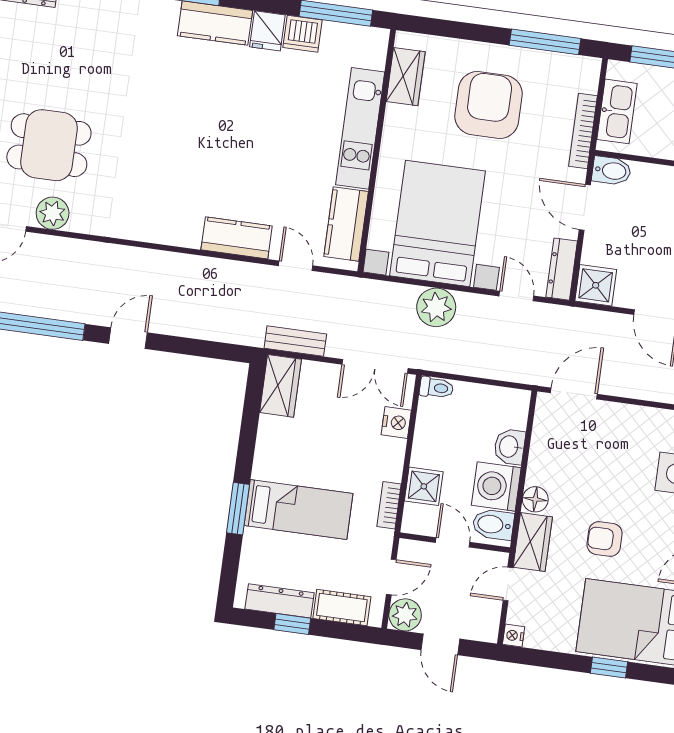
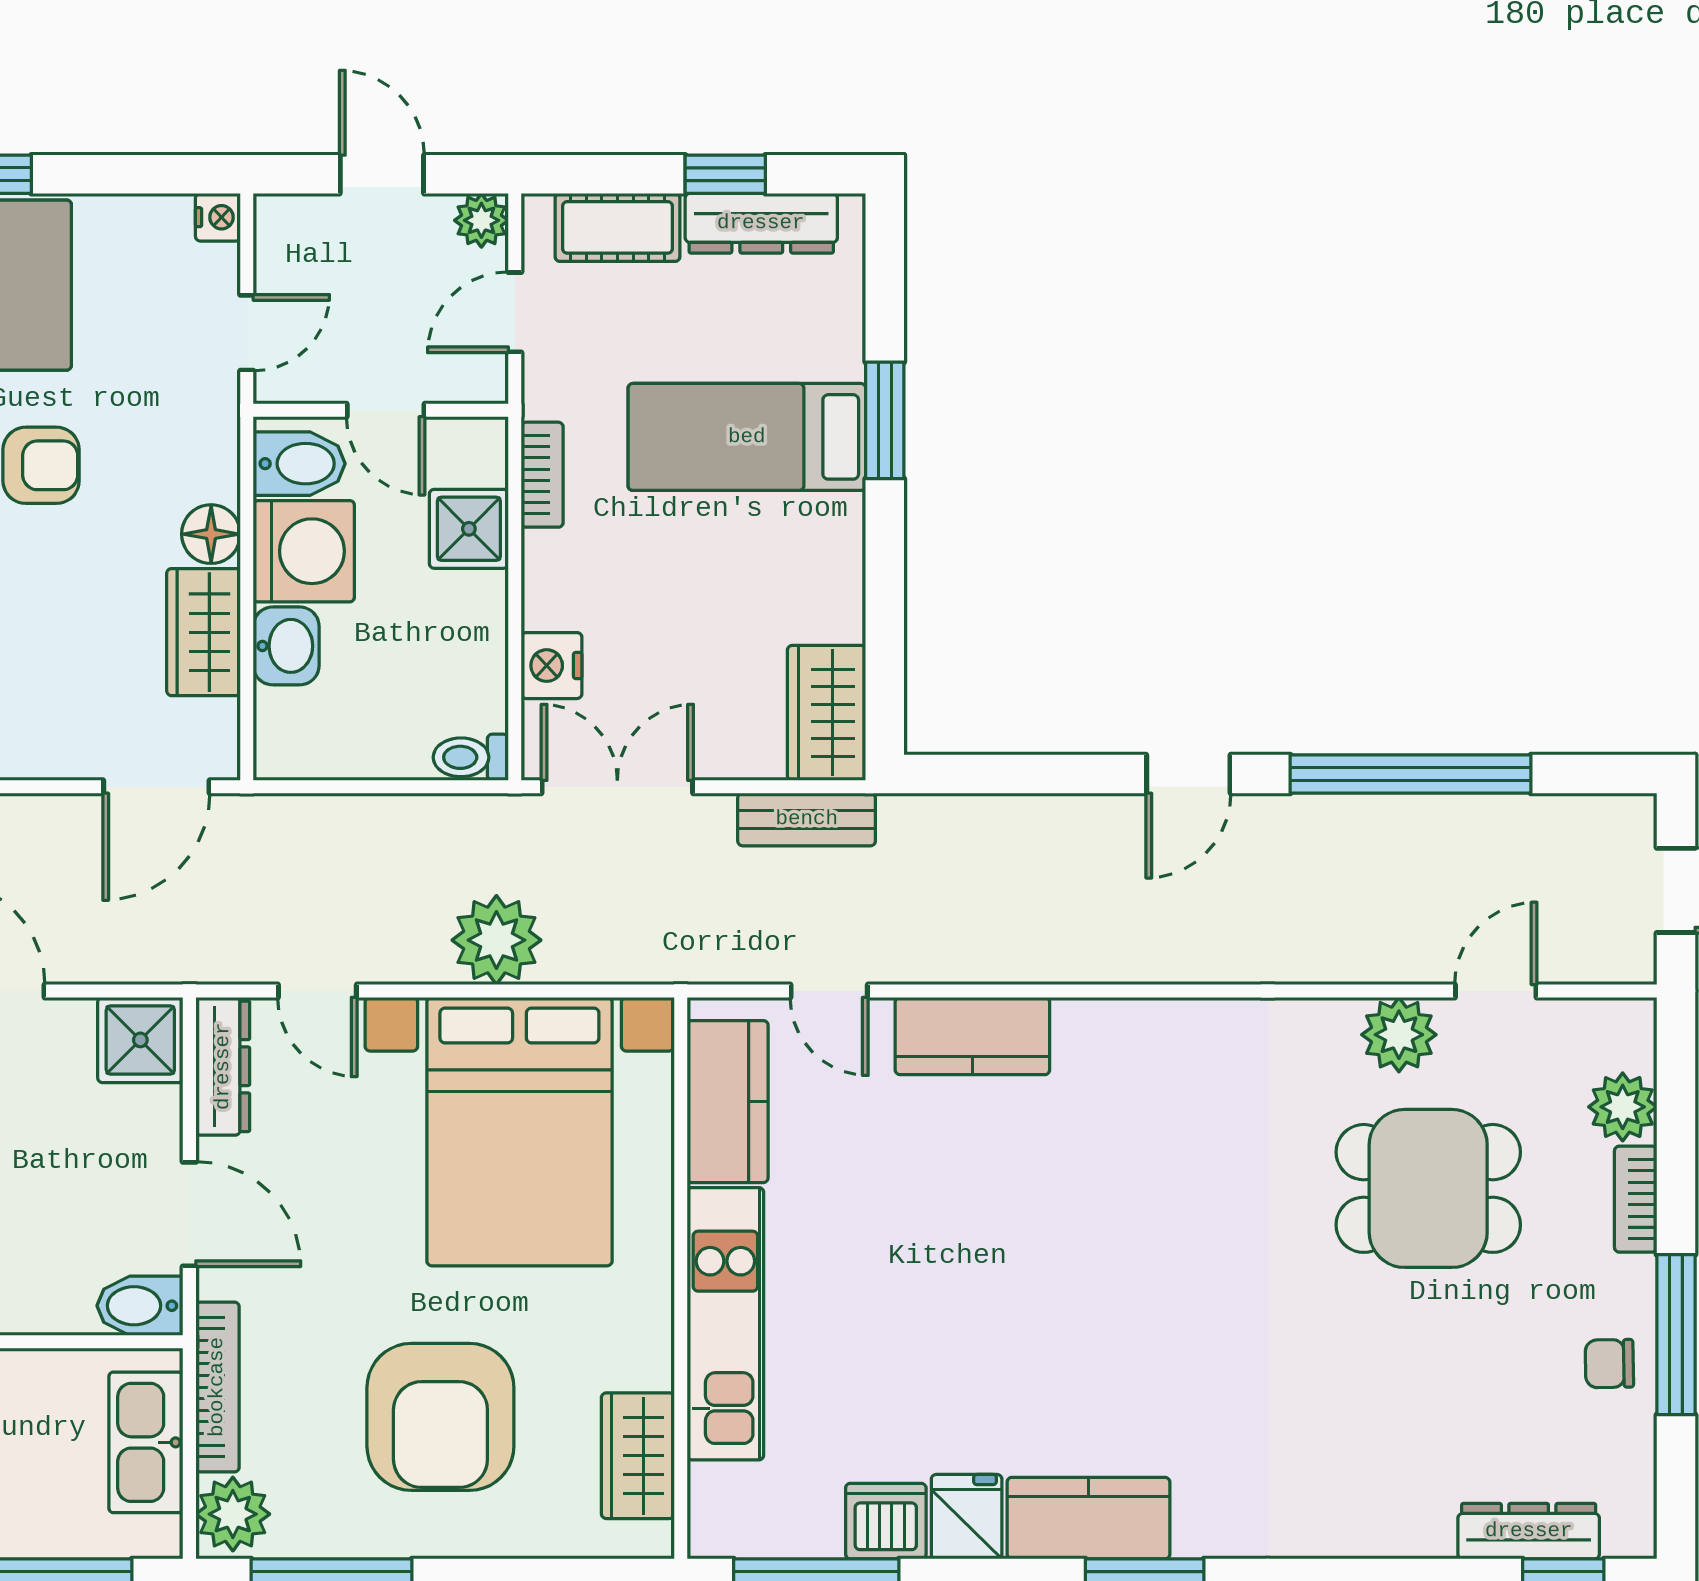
plant: (584, 75) -> (233, 1514), added
wardrobe: (533, 542) -> (204, 632), moved
plant: (405, 615) -> (481, 220), width x0.73, depth x0.73

